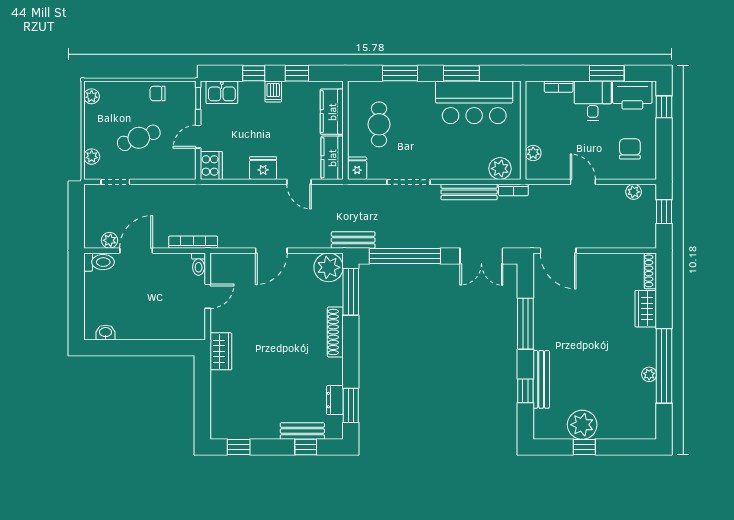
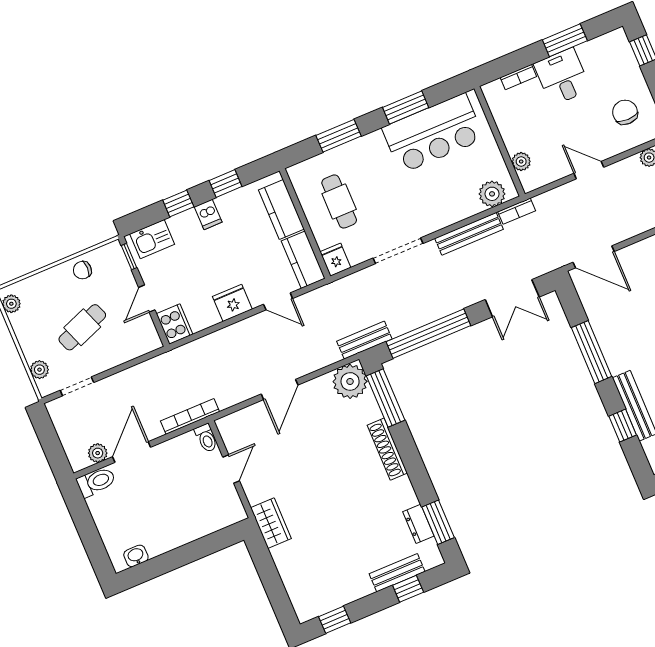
printer: (632, 95) -> (603, 52), removed

